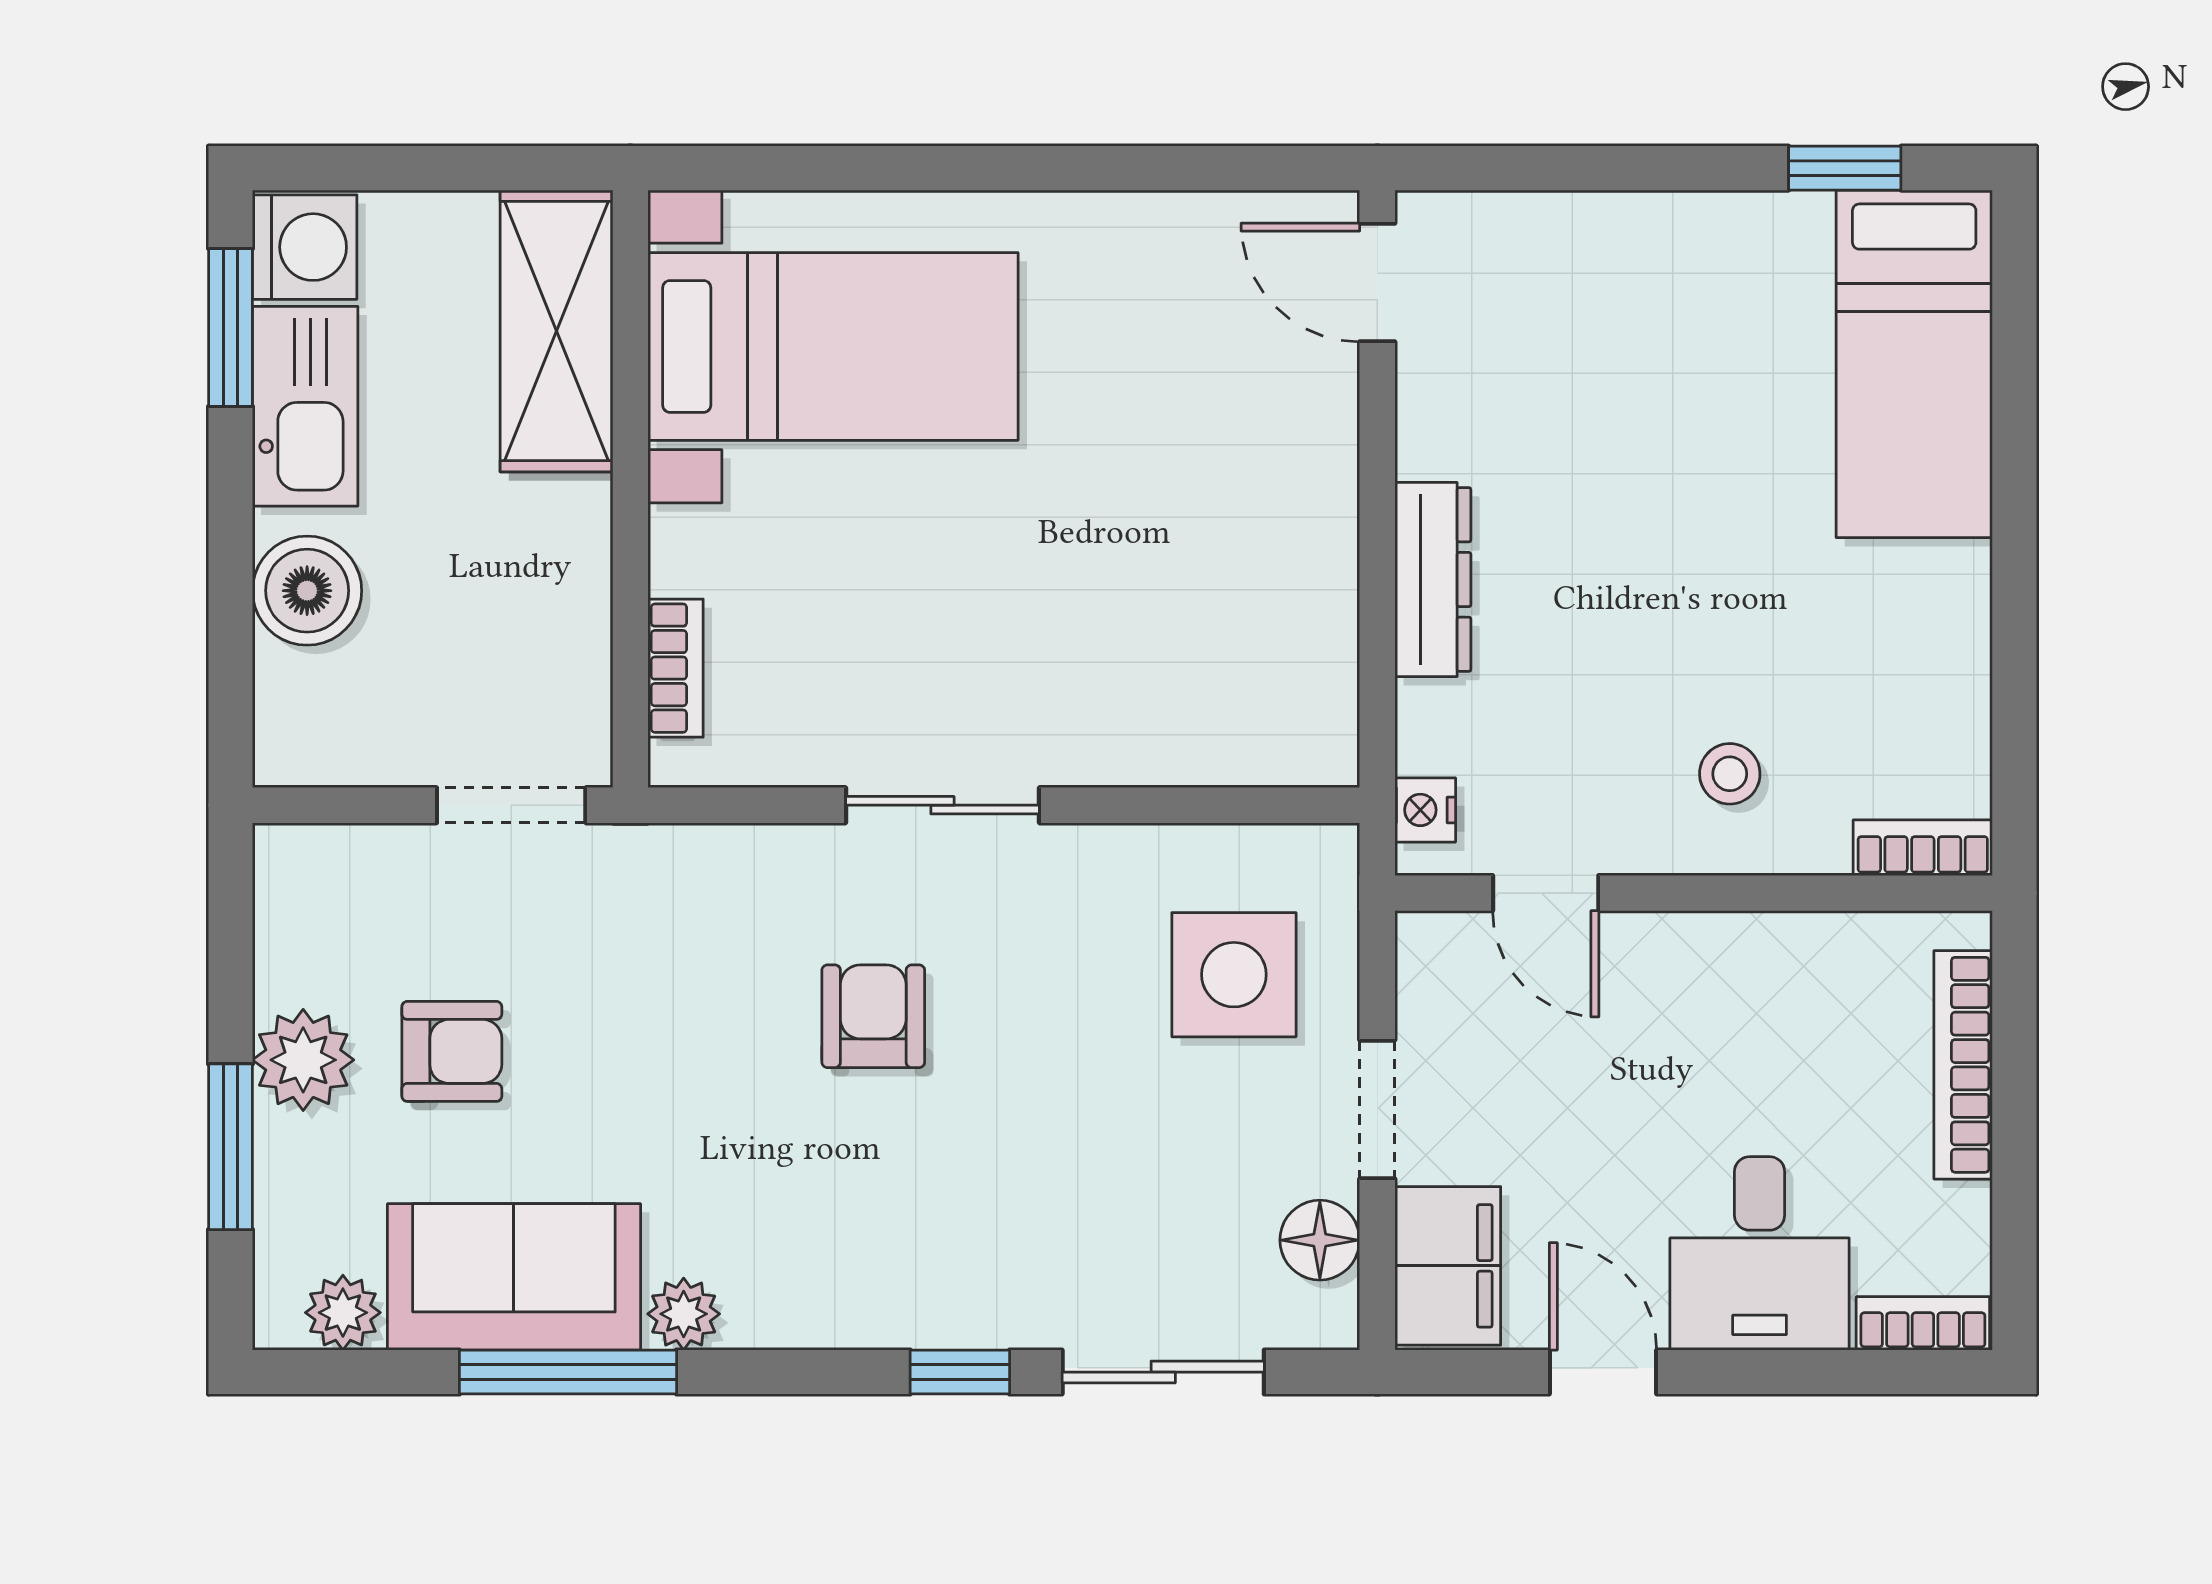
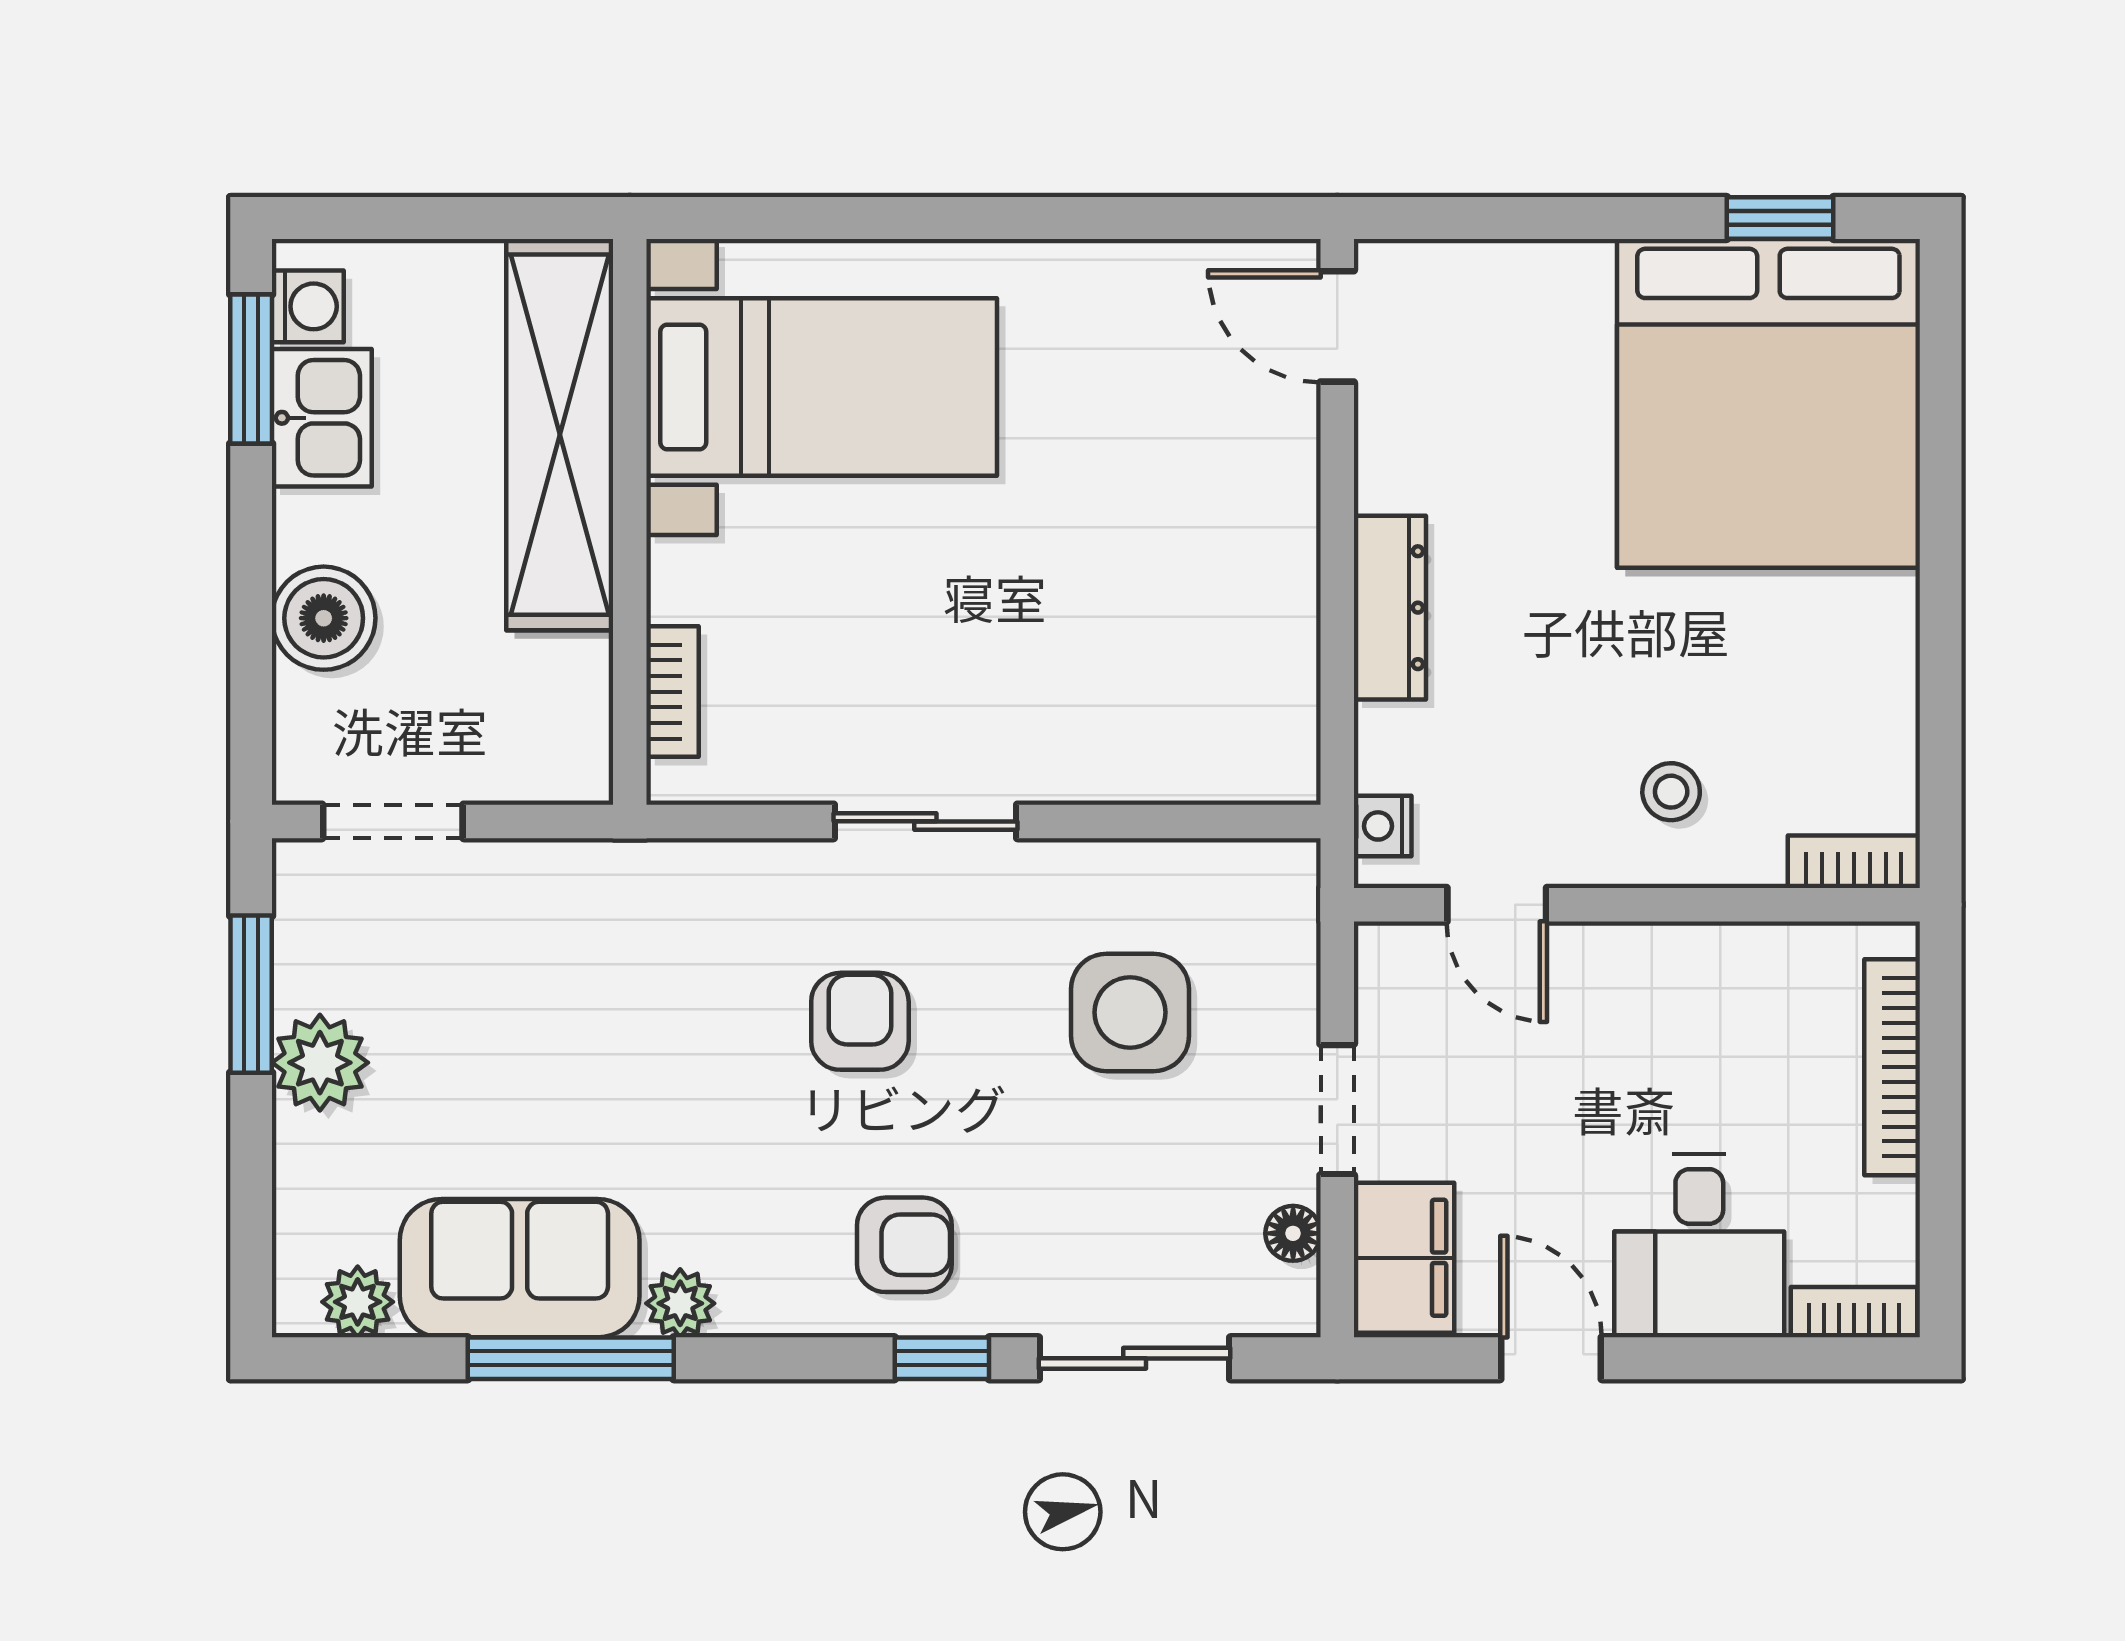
washing machine: (305, 247) -> (308, 306), width x0.73, depth x0.73
shelving: (556, 331) -> (560, 435), width x1.47
bed: (1914, 364) -> (1768, 403), width x2.04
kitchen sink: (305, 406) -> (322, 418), width x0.73
doorway: (511, 805) -> (393, 821), moved
side table: (1234, 975) -> (1130, 1012), moved
armchair: (452, 1051) -> (904, 1245), moved
window: (230, 1147) -> (251, 994), moved
floor lamp: (1320, 1240) -> (1293, 1233), width x0.73, depth x0.73

